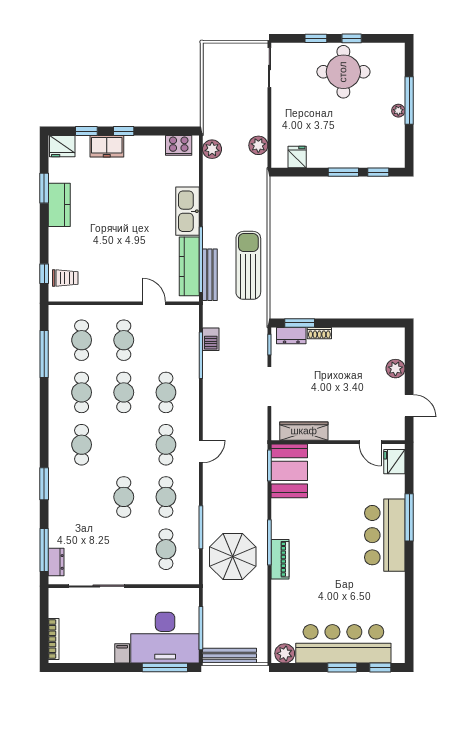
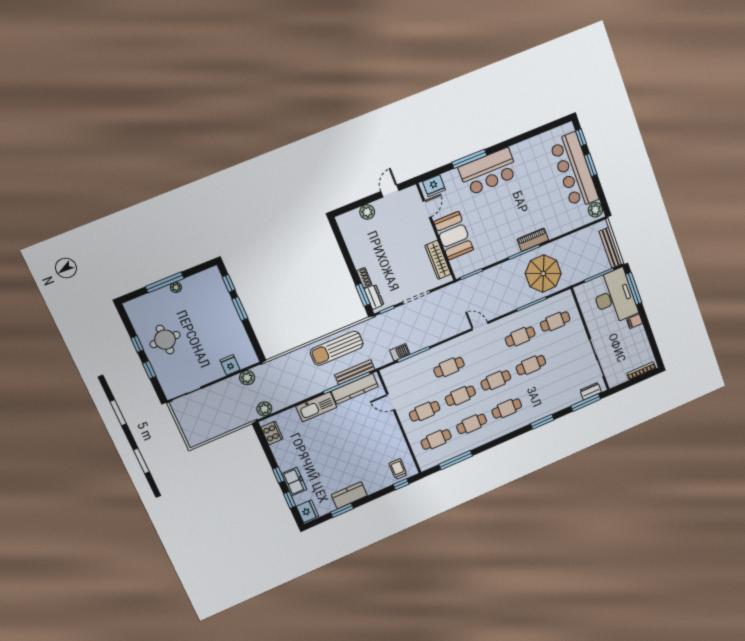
round table: (343, 72) -> (165, 340), width x0.73, depth x0.73
fridge: (297, 157) -> (230, 365), moved, turned 90
door: (154, 303) -> (391, 402), hinge flipped
cafe table: (166, 445) -> (496, 380), moved
booth: (289, 471) -> (454, 236), moved, turned 90

